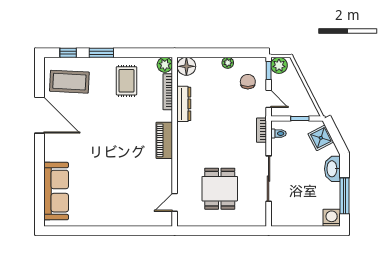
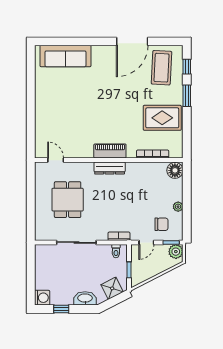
plant: (165, 65) -> (176, 151), removed
rug: (127, 81) -> (162, 118), width x1.36, depth x1.43
dresser: (184, 104) -> (110, 168), moved
dining table: (220, 189) -> (68, 200), turned 90
window: (344, 196) -> (61, 309), width x0.46

